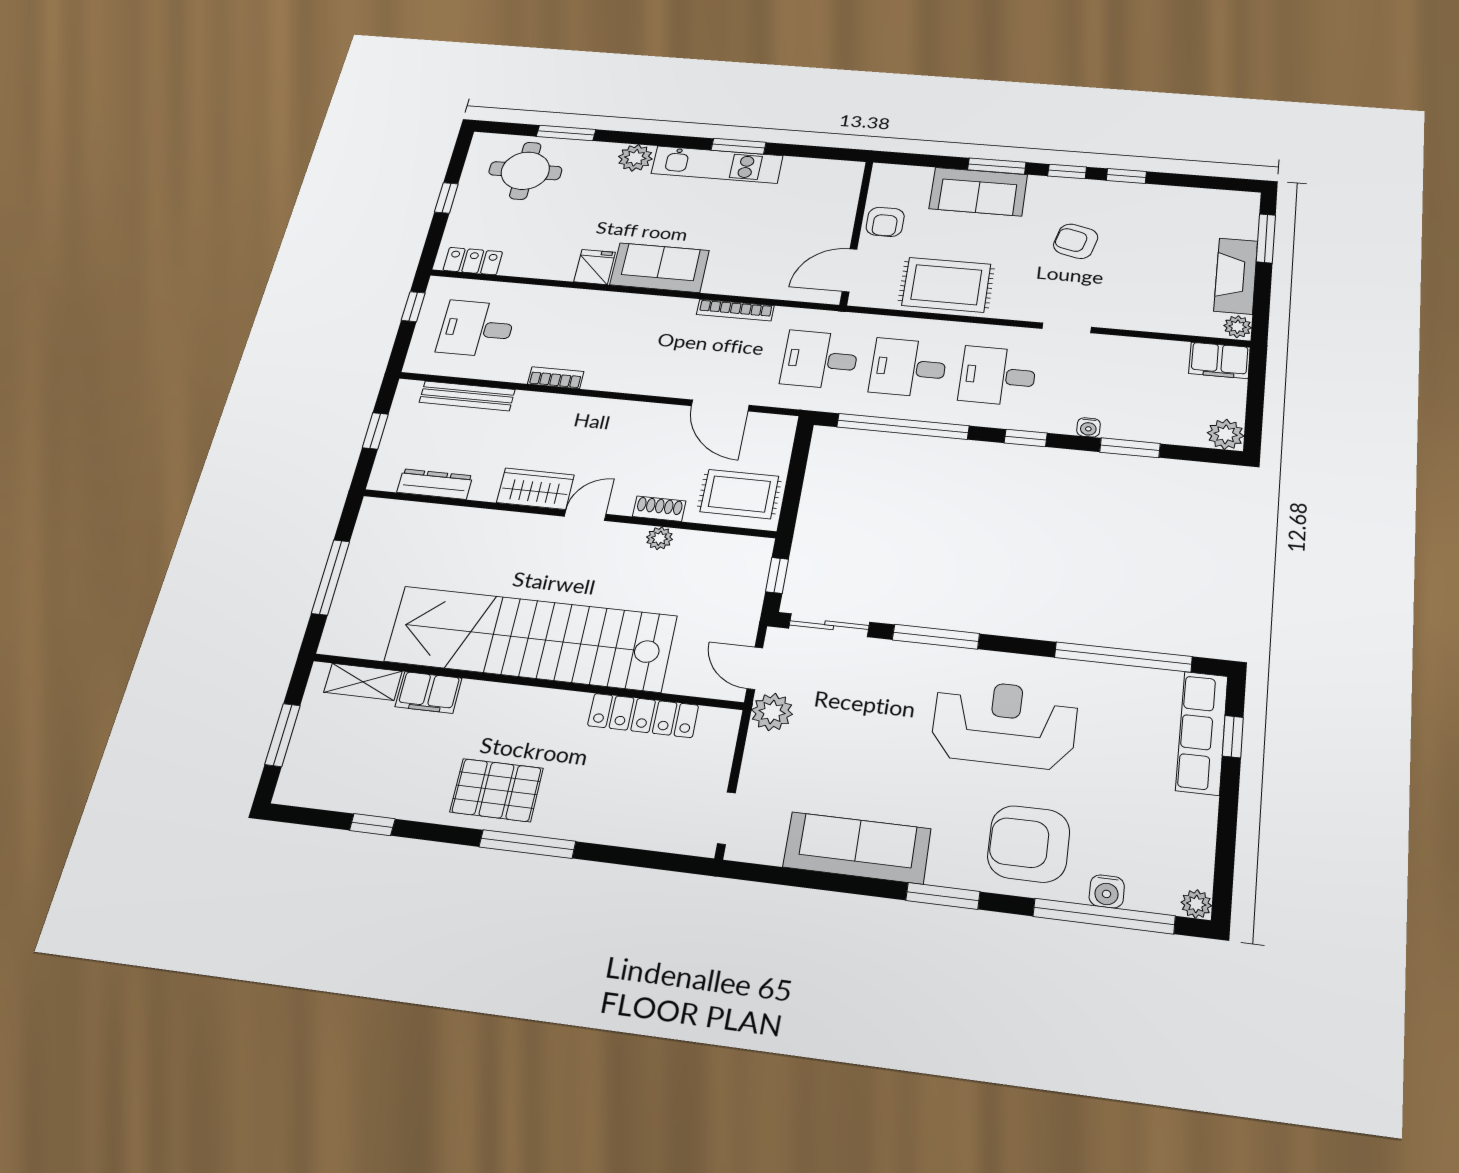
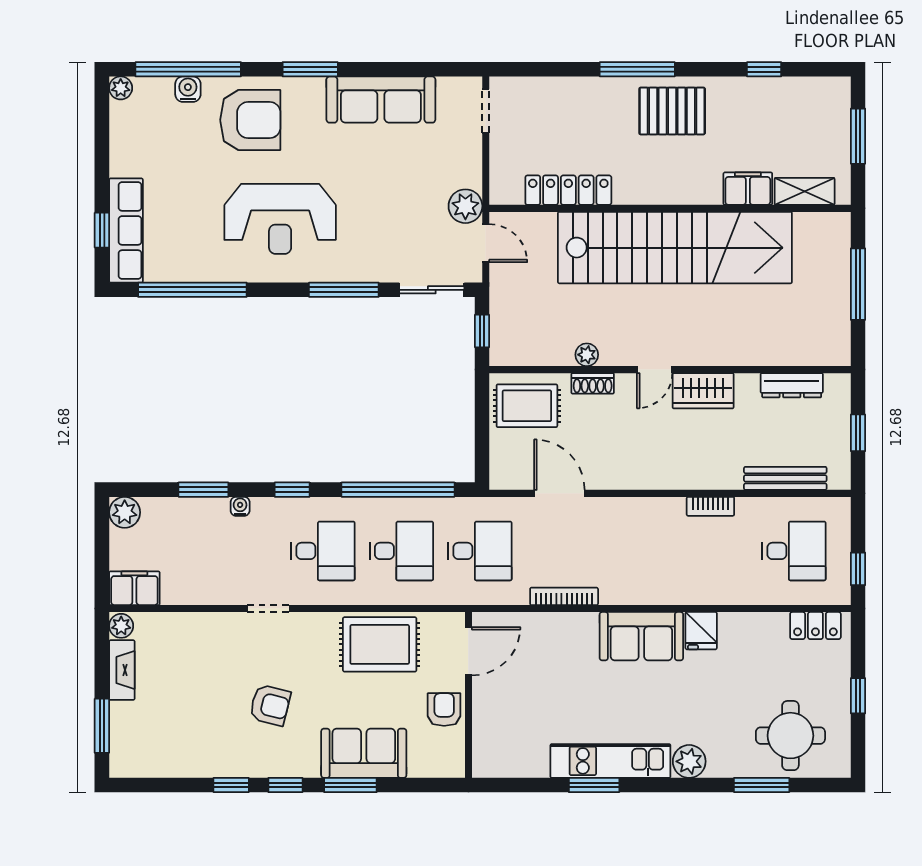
fireplace: (1236, 276) -> (122, 670), width x0.73, depth x0.76

